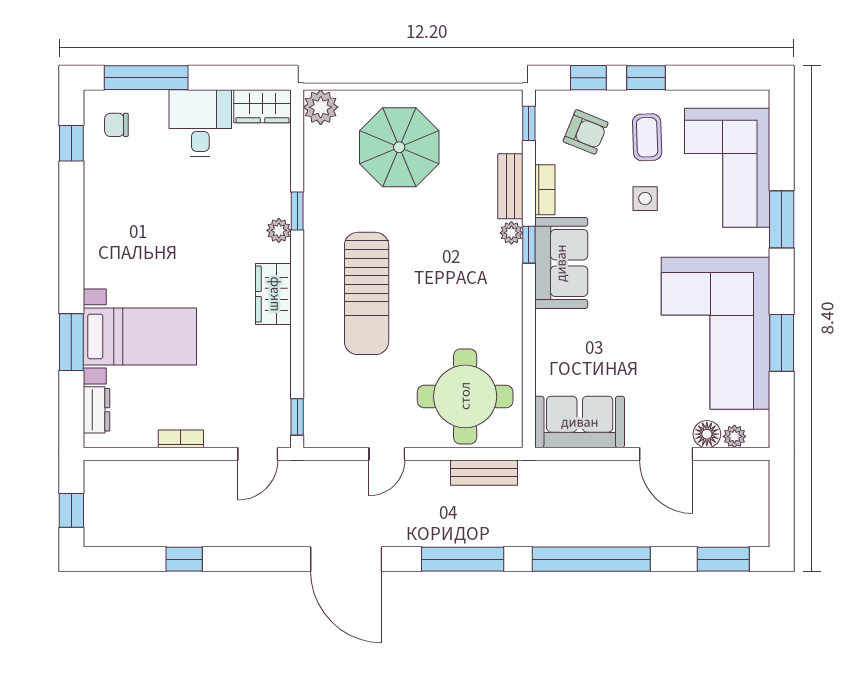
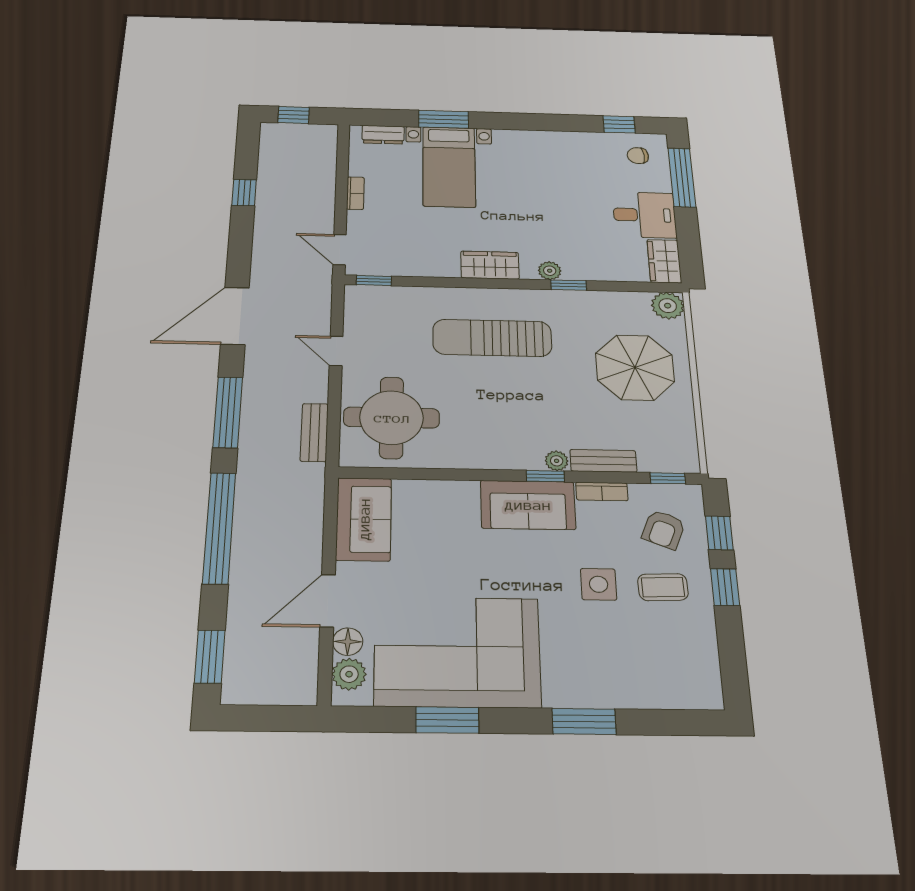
chair: (116, 125) -> (638, 156), turned -94
corner sofa: (727, 168) -> (637, 666), removed
side table: (645, 199) -> (599, 584), width x1.37, depth x1.37
plant: (734, 436) -> (349, 674), width x1.38, depth x1.38

